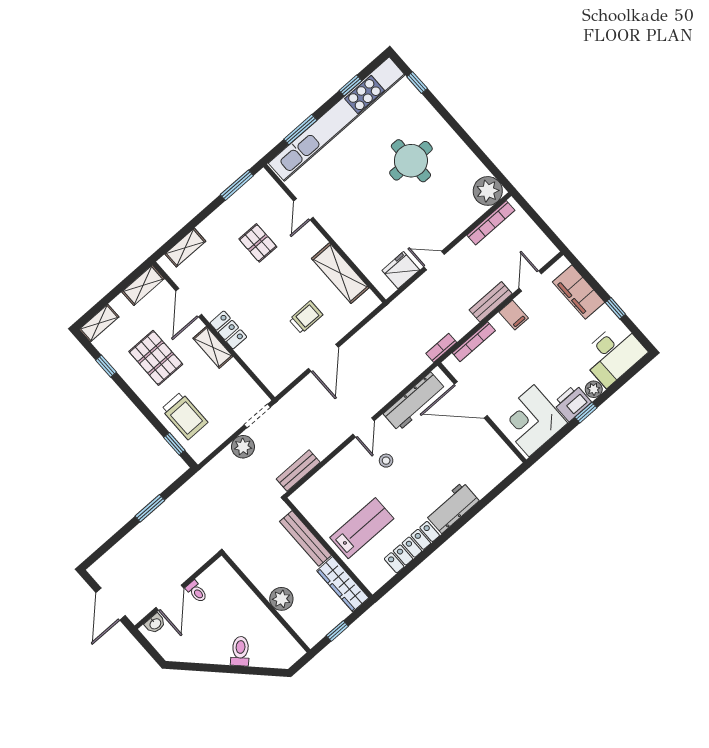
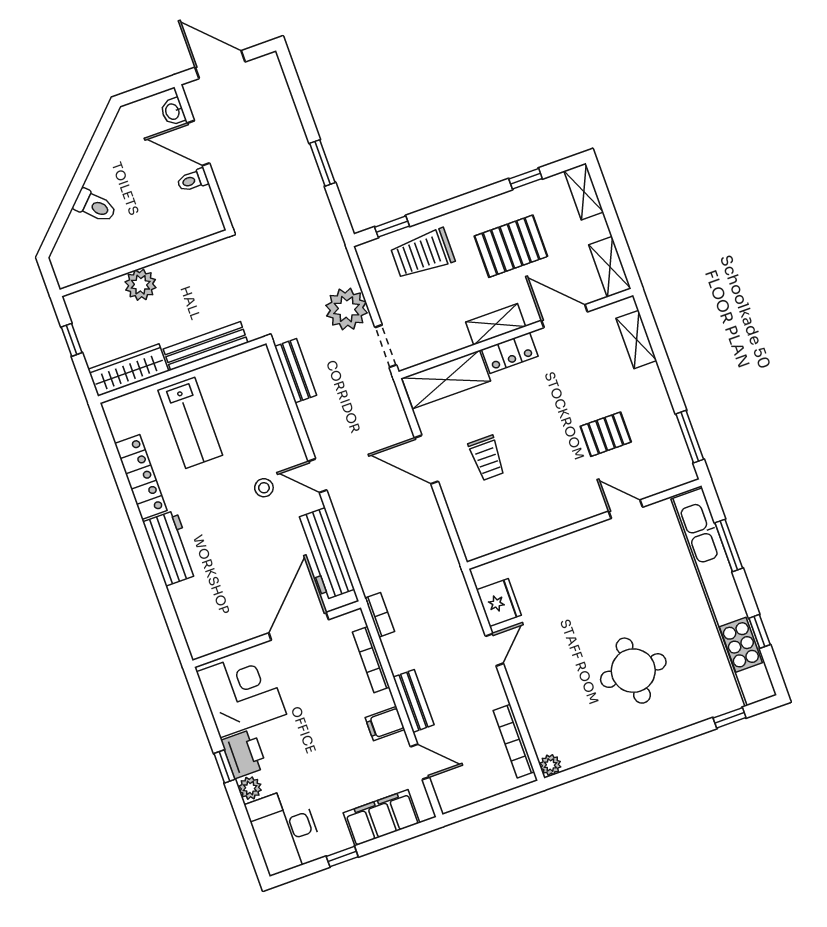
plant: (488, 191) -> (550, 765), width x0.53, depth x0.53
shelving: (340, 273) -> (446, 379), moved
plant: (243, 447) -> (346, 309), width x1.36, depth x1.36

